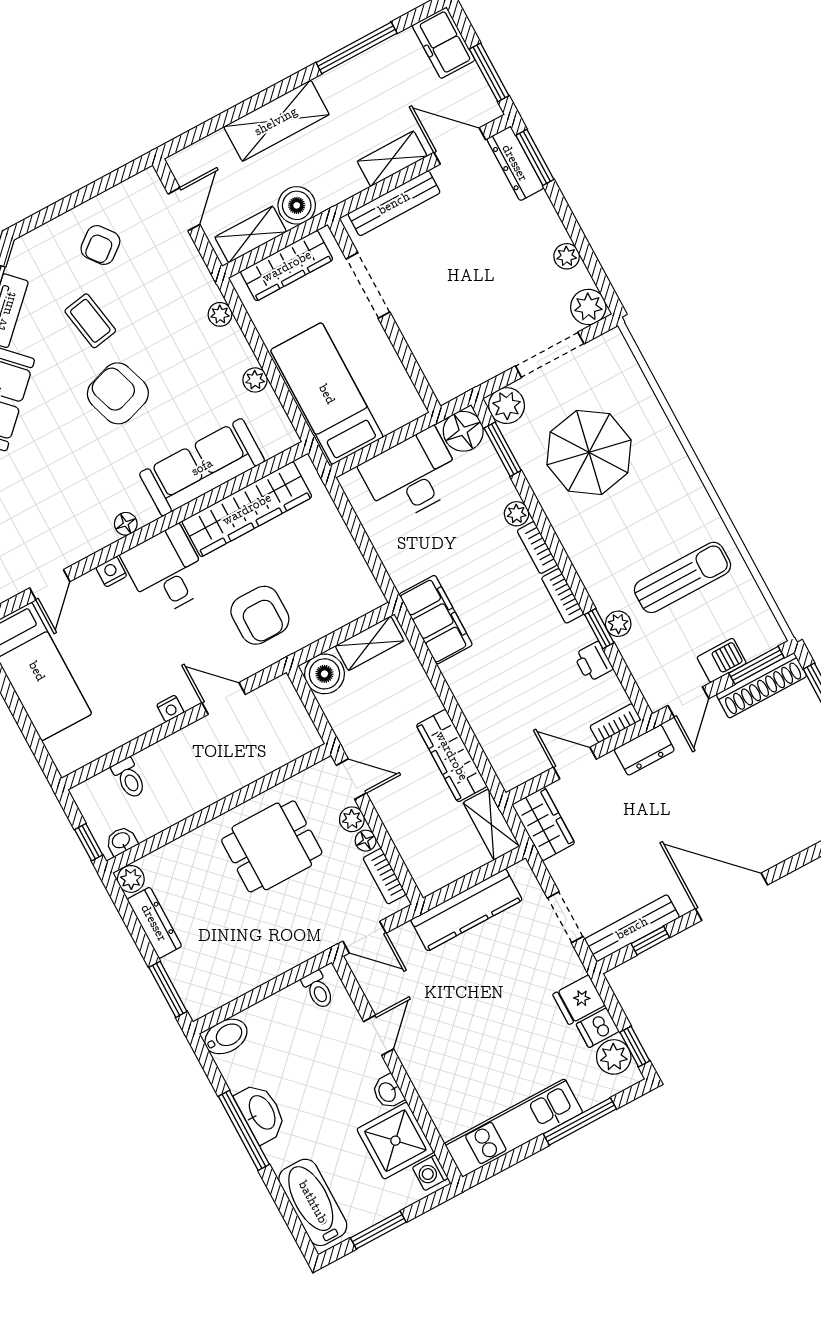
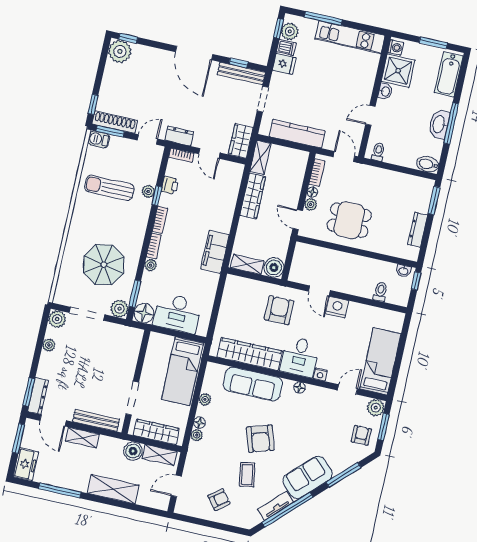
floor lamp: (233, 337) -> (199, 423), added
barbecue: (722, 660) -> (99, 139), moved
nightstand: (170, 709) -> (337, 307), width x1.89, depth x1.79
plant: (131, 879) -> (412, 254), removed

